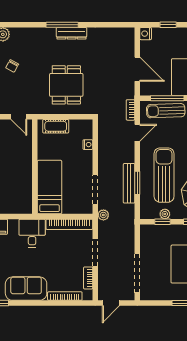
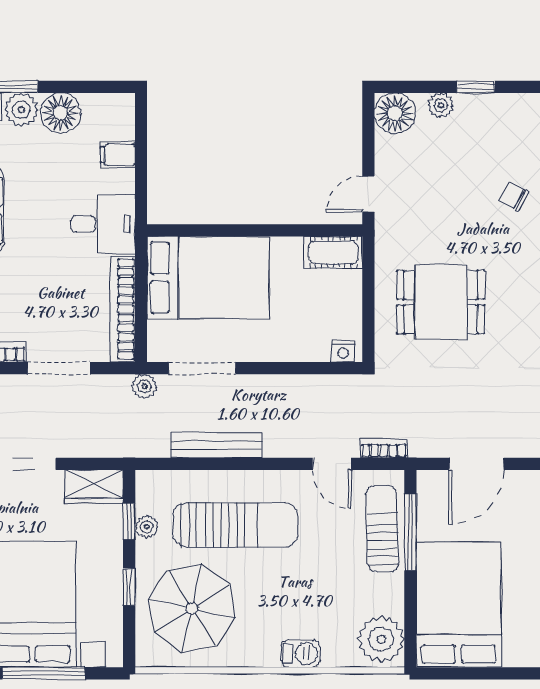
chair: (12, 66) -> (514, 196), moved
cot: (56, 126) -> (333, 252), moved, turned 90
nightstand: (88, 145) -> (343, 351), moved
window: (137, 183) -> (218, 464), removed
bed: (50, 187) -> (208, 278), width x1.50
wardrobe: (147, 237) -> (94, 487), added

